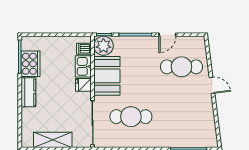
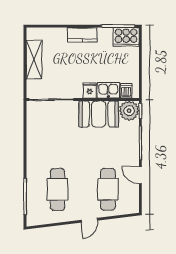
cooker: (31, 64) -> (126, 37), moved
cafe table: (131, 117) -> (58, 189), moved

